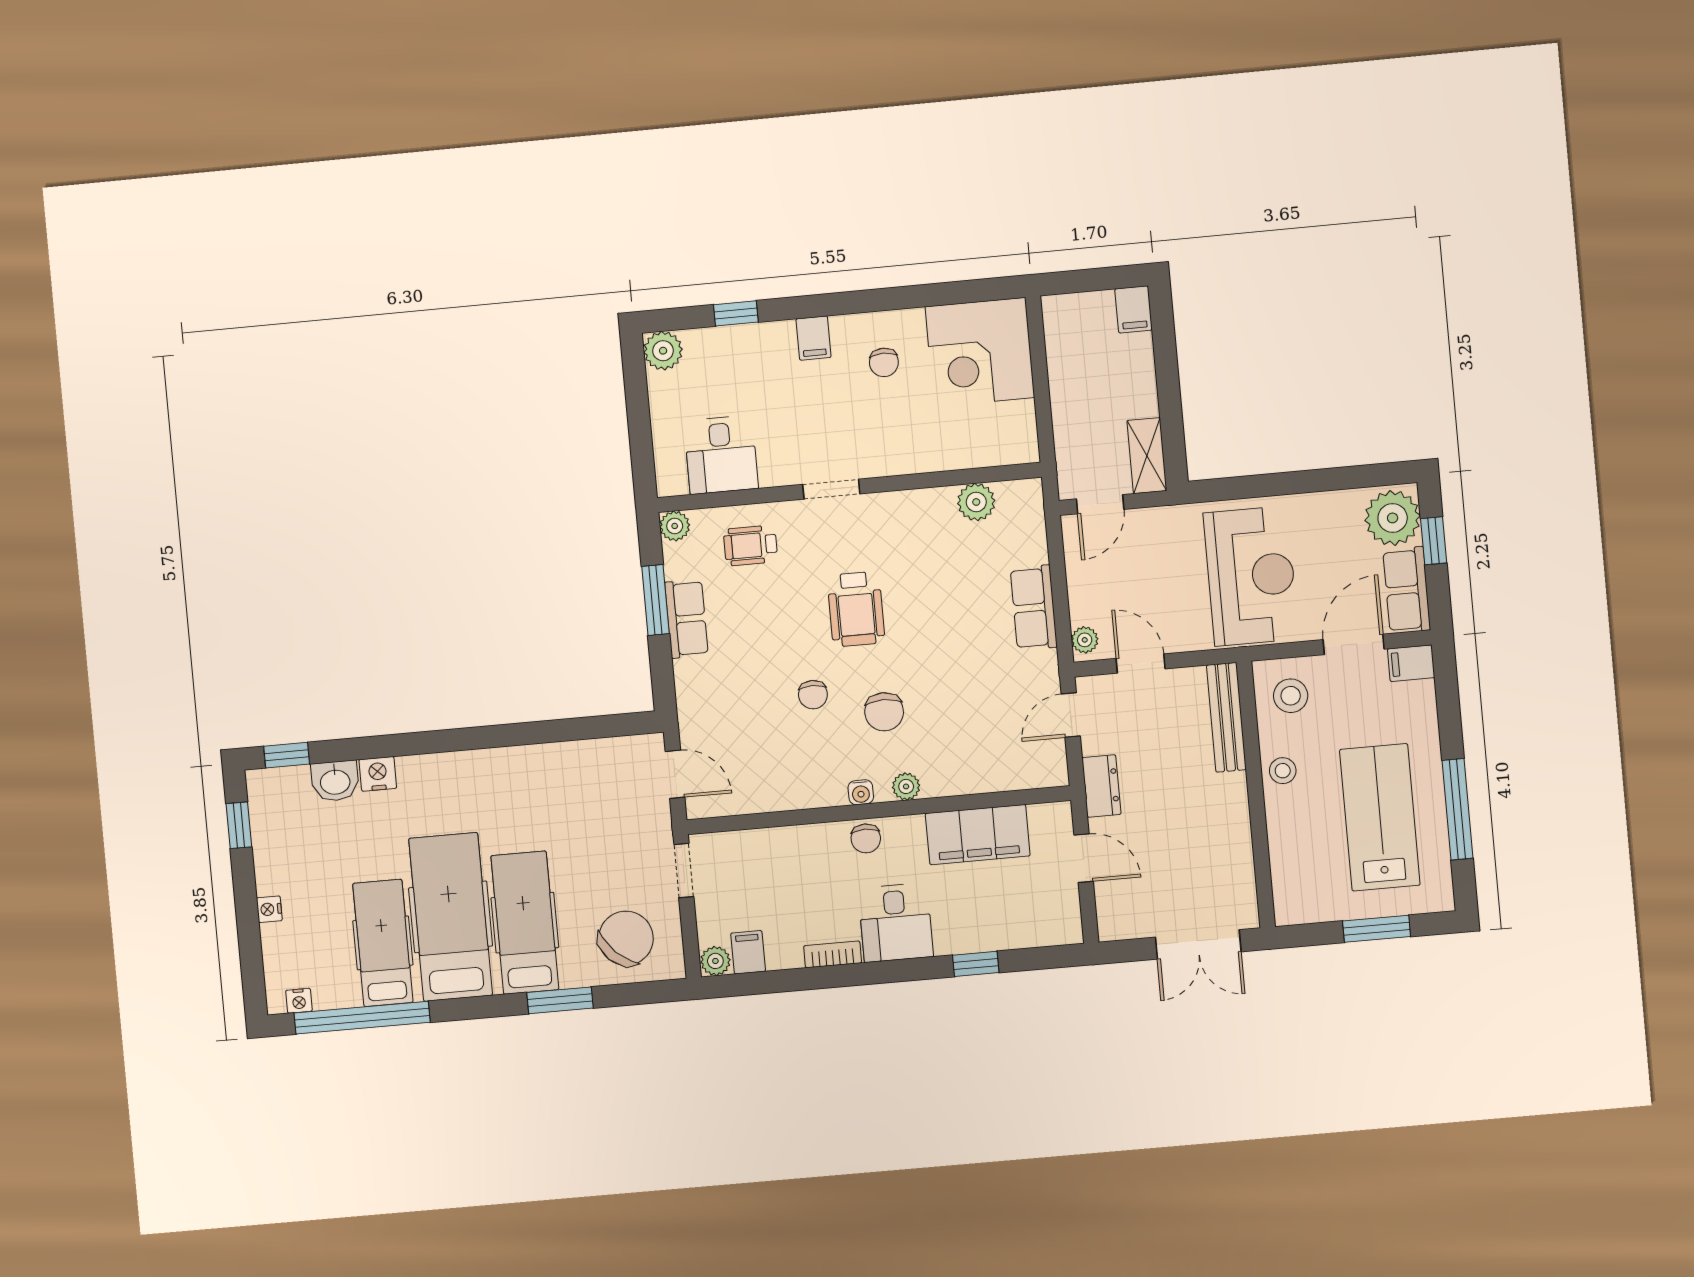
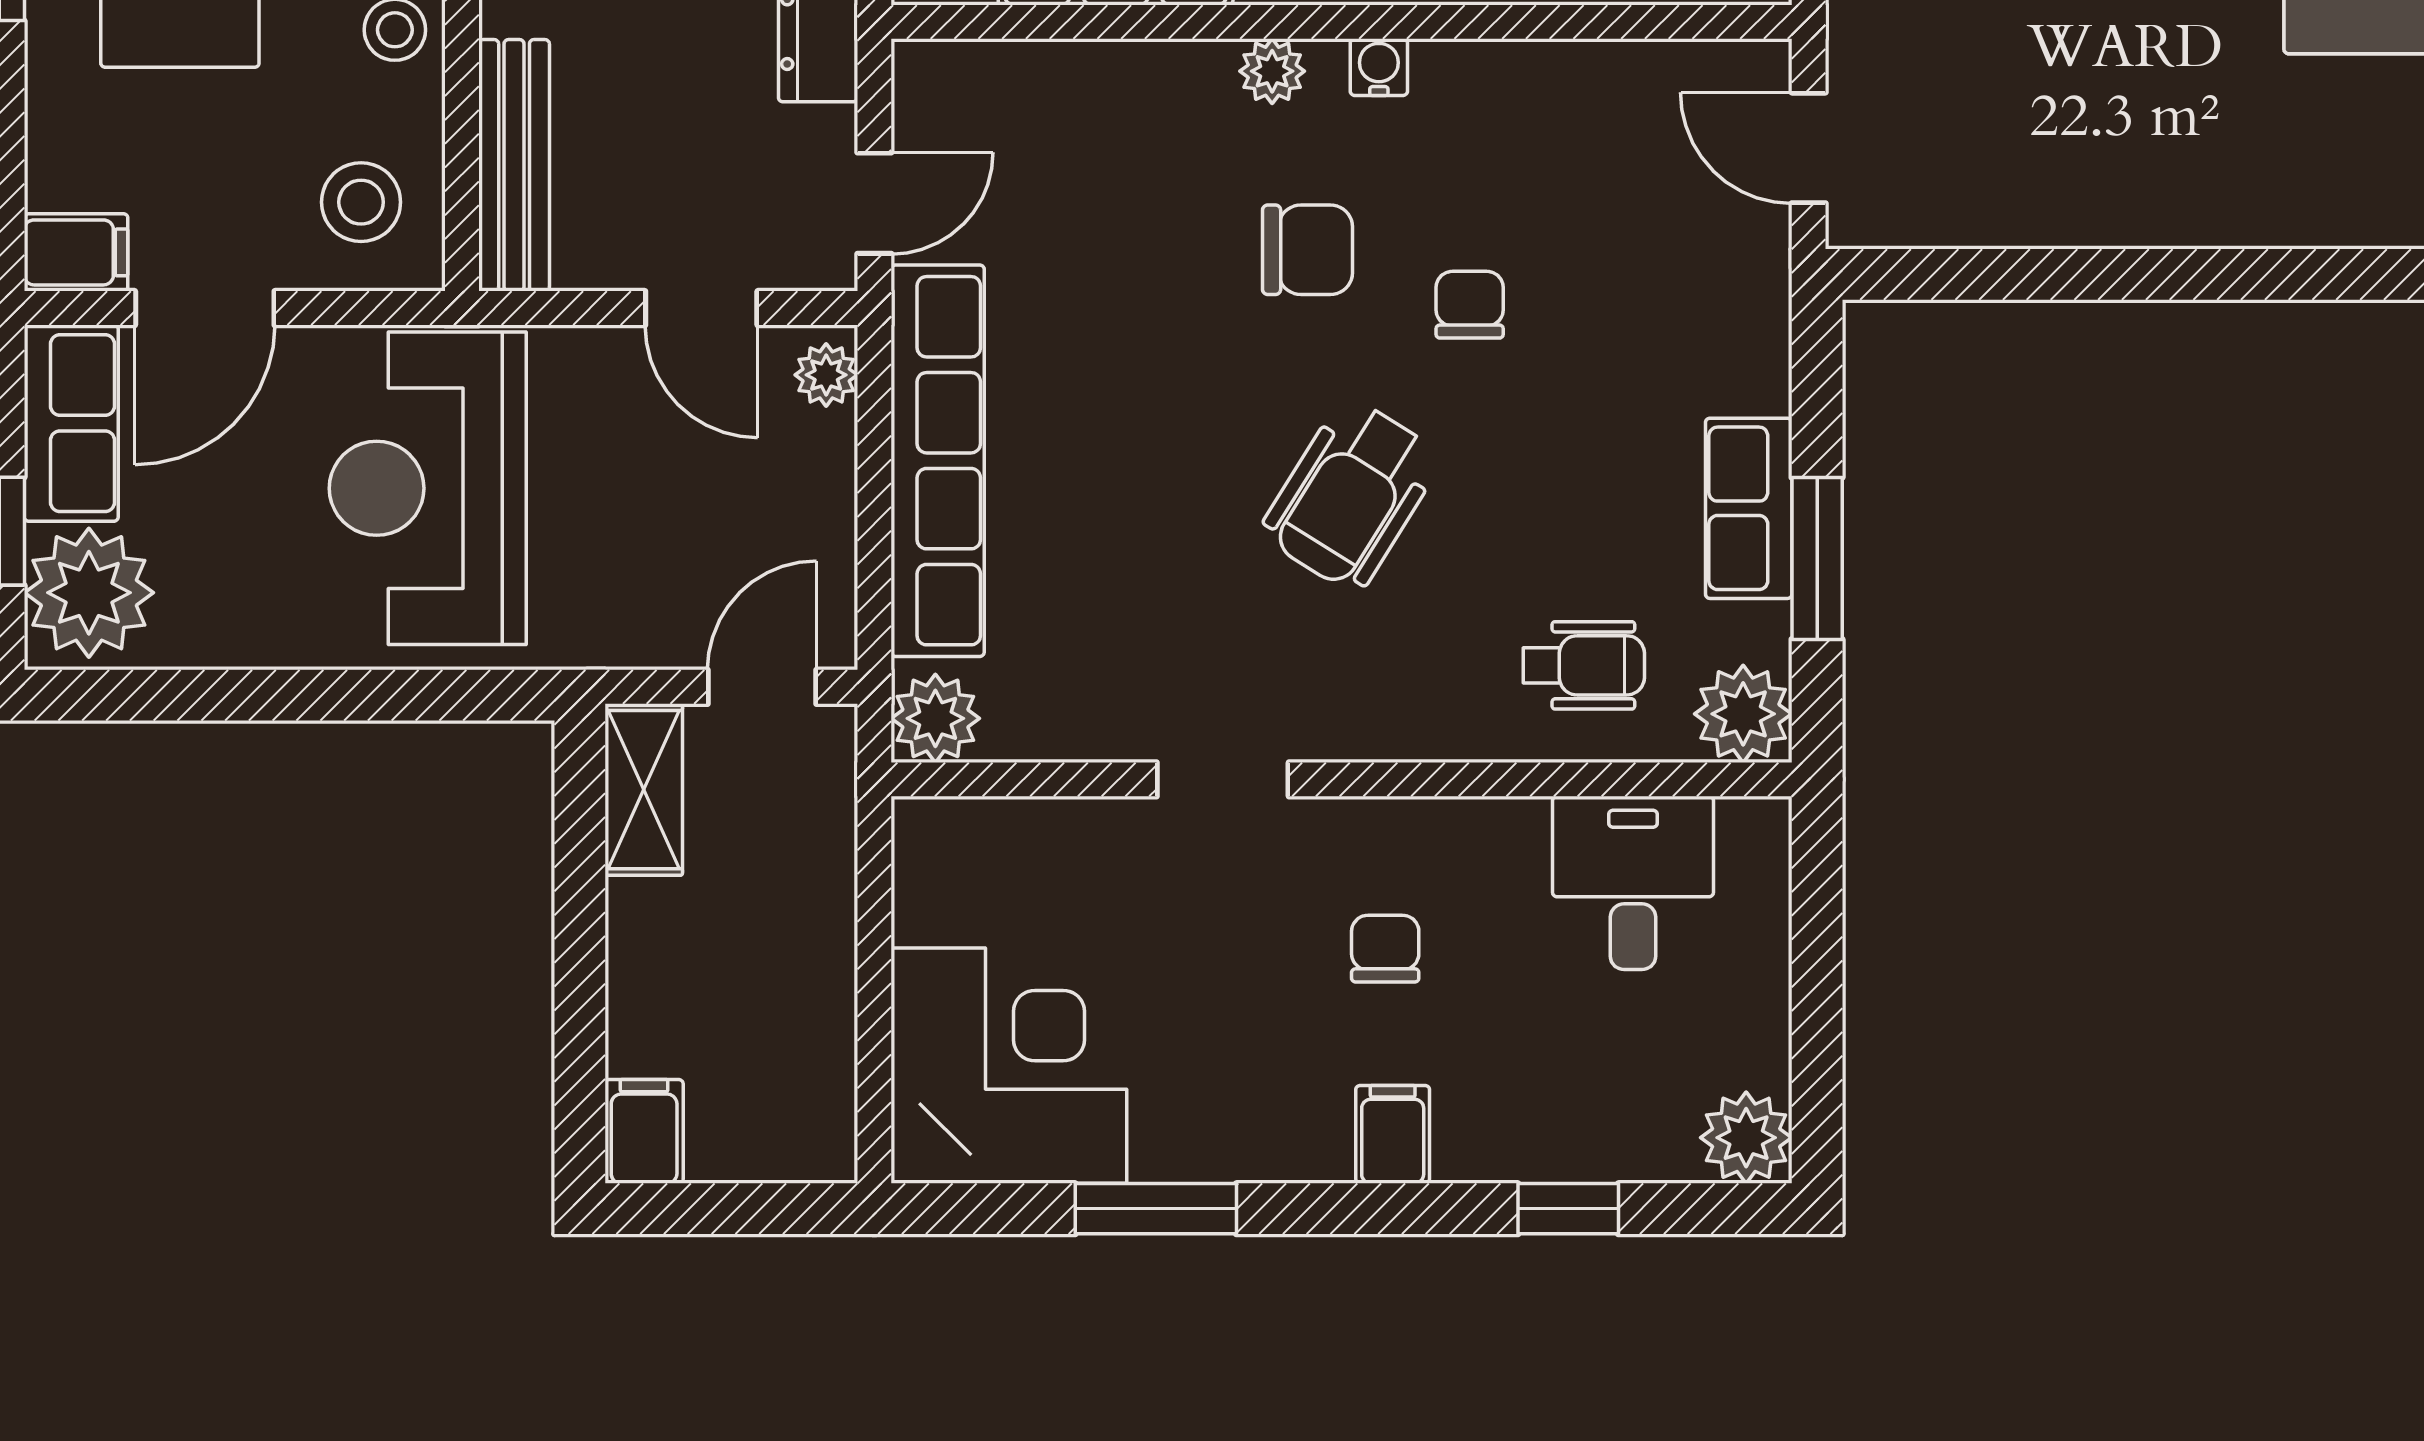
window: (912, 297) -> (1156, 1209), added
chair: (884, 362) -> (1385, 949), moved
doorway: (831, 489) -> (1223, 779), moved
plant: (976, 502) -> (935, 718), moved
plant: (675, 526) -> (1743, 714), width x1.38, depth x1.38
row of seats: (1034, 608) -> (938, 461), width x2.02
wheelchair: (856, 609) -> (1351, 495), turned -148
chair: (884, 712) -> (1307, 250), turned 90

